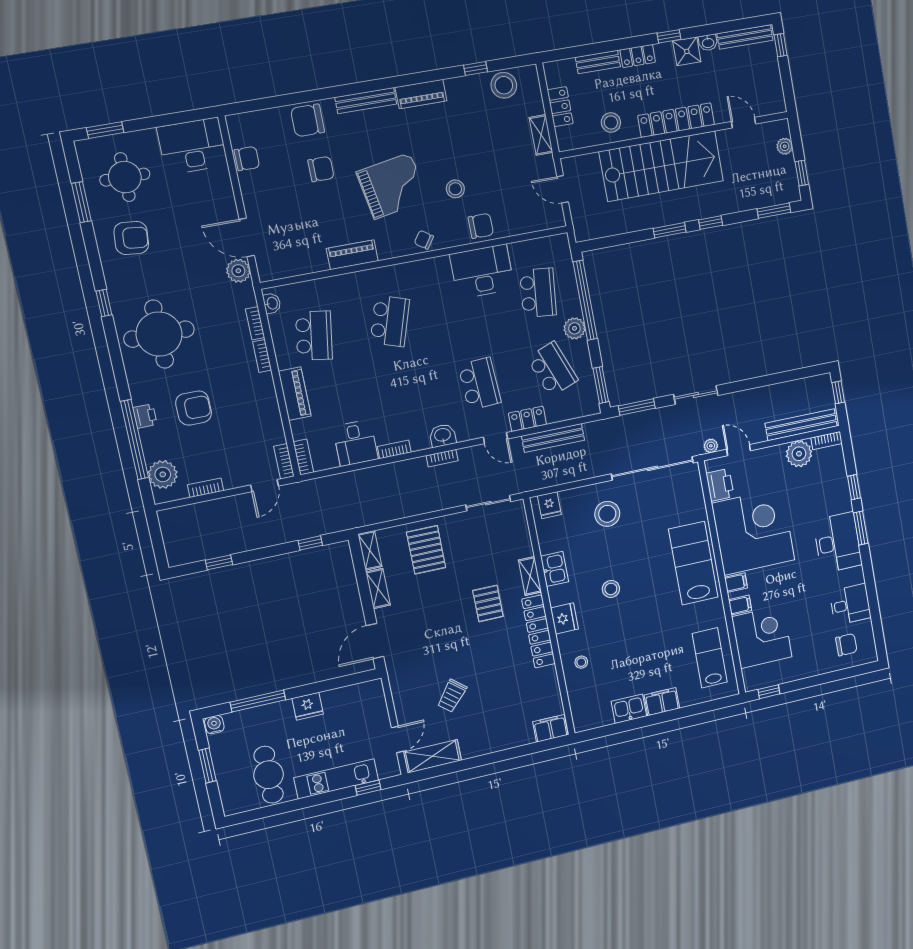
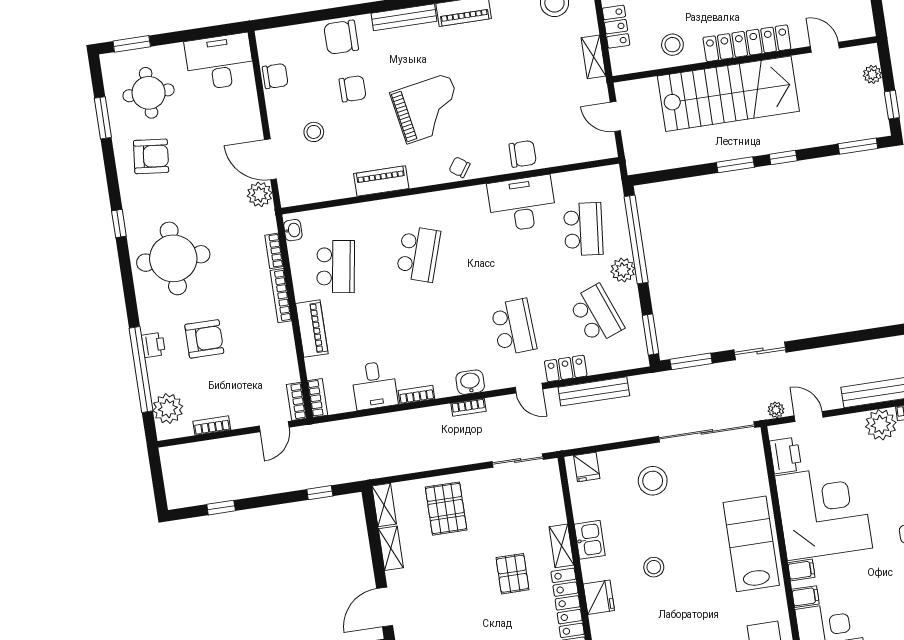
stool: (455, 189) -> (314, 132), moved
bookcase: (262, 356) -> (281, 296), width x1.56

